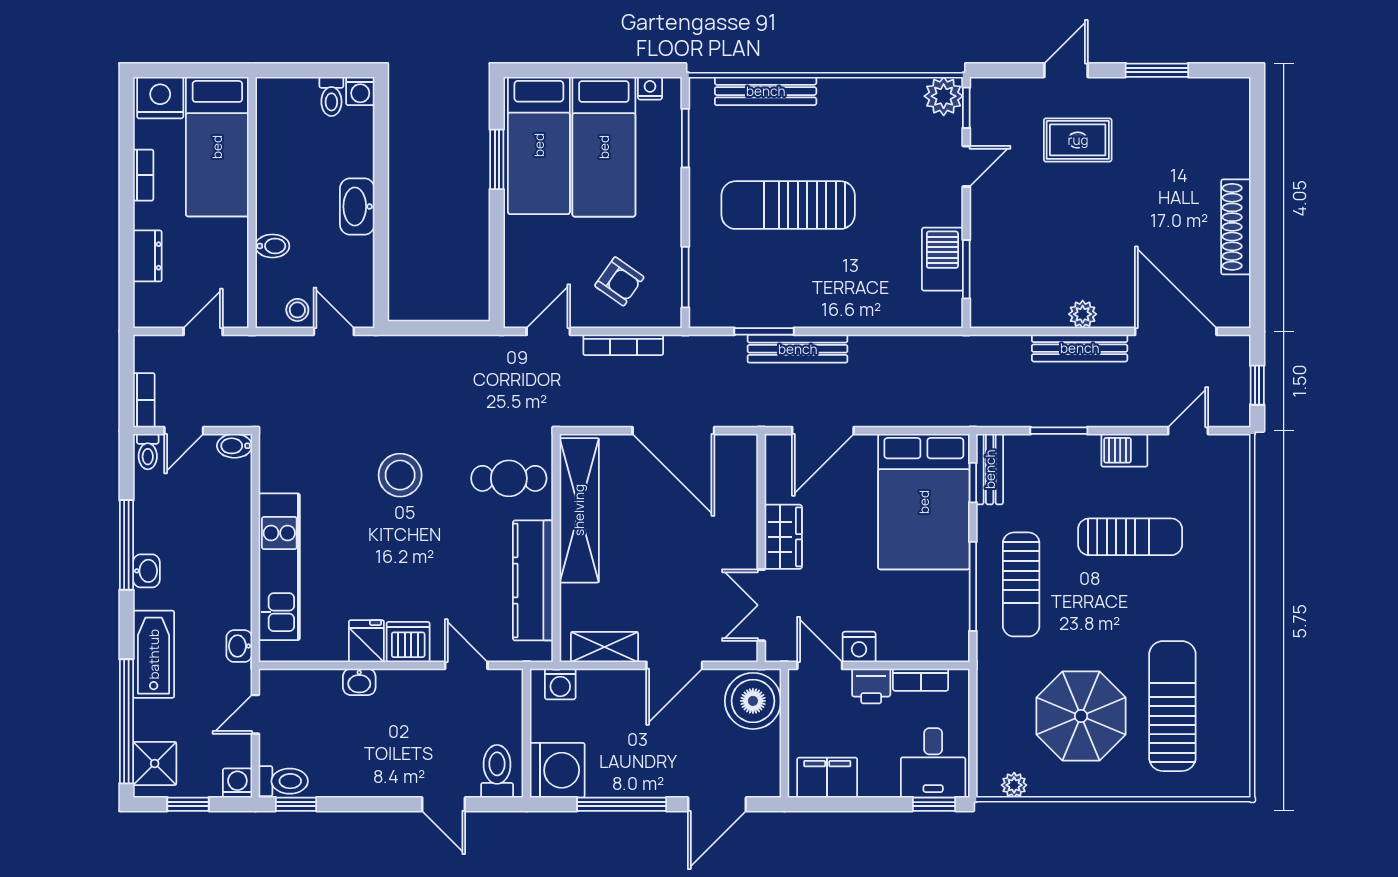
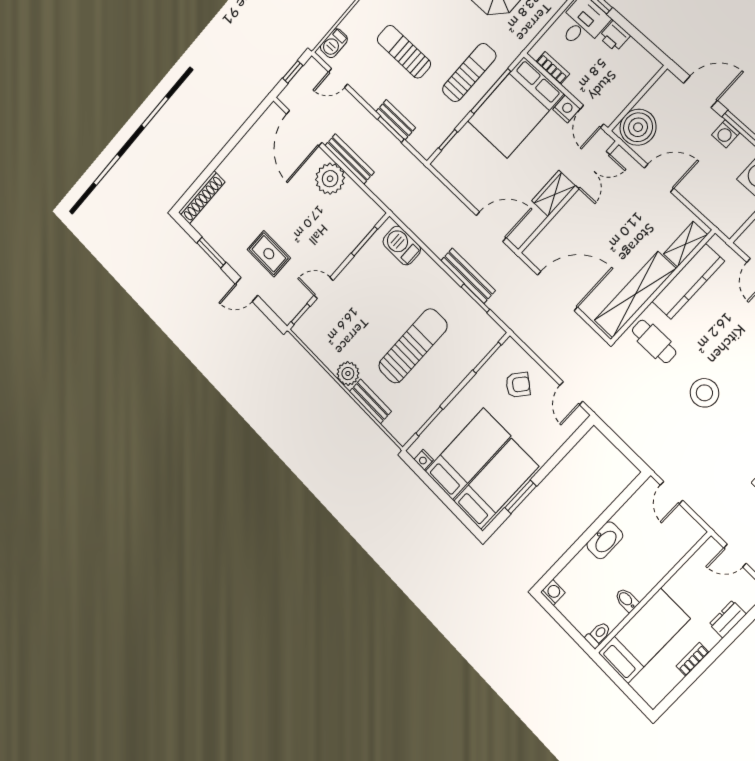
bench: (766, 91) -> (370, 401), width x0.73
toilet: (331, 96) -> (598, 635), moved
plant: (944, 96) -> (348, 374), moved
nightstand: (160, 98) -> (649, 687), removed
sun lounger: (788, 205) -> (413, 346), turned -90
shoe rack: (1236, 227) -> (202, 197), moved
bidet: (272, 246) -> (627, 600), moved
barbecue: (942, 259) -> (402, 245), moved, turned 90
armchair: (619, 281) -> (518, 385), turned 94
stool: (297, 310) -> (679, 520), removed
plant: (1083, 314) -> (330, 179), width x1.88, depth x1.88
door: (548, 331) -> (571, 393), hinge flipped
bookcase: (623, 345) -> (543, 353), removed
door: (673, 431) -> (557, 291), hinge flipped
barbecue: (1124, 450) -> (334, 43), moved, turned 90
bench: (990, 469) -> (396, 120), moved, turned 90
bed: (924, 502) -> (515, 107), moved, turned 180
shelving: (605, 647) -> (685, 244), moved, turned 90
washing machine: (560, 684) -> (726, 134), moved, turned 180
printer: (871, 686) -> (615, 36), moved, turned 180
filing cabinet: (827, 778) -> (637, 59), removed

